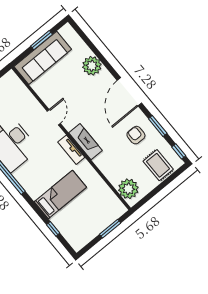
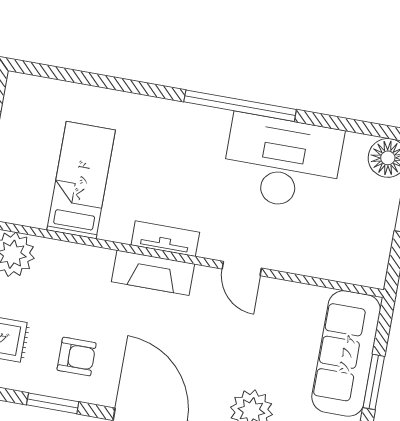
bed: (60, 194) -> (81, 180), moved, turned 180
window: (53, 229) -> (82, 78), removed

